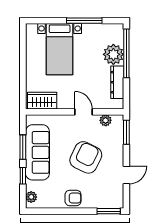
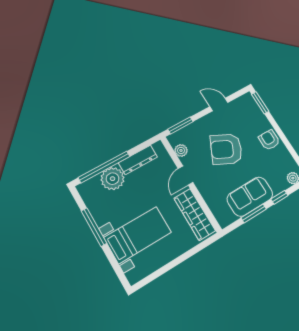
wardrobe: (42, 101) -> (195, 214), width x1.50
sofa: (37, 152) -> (250, 197), width x0.73

